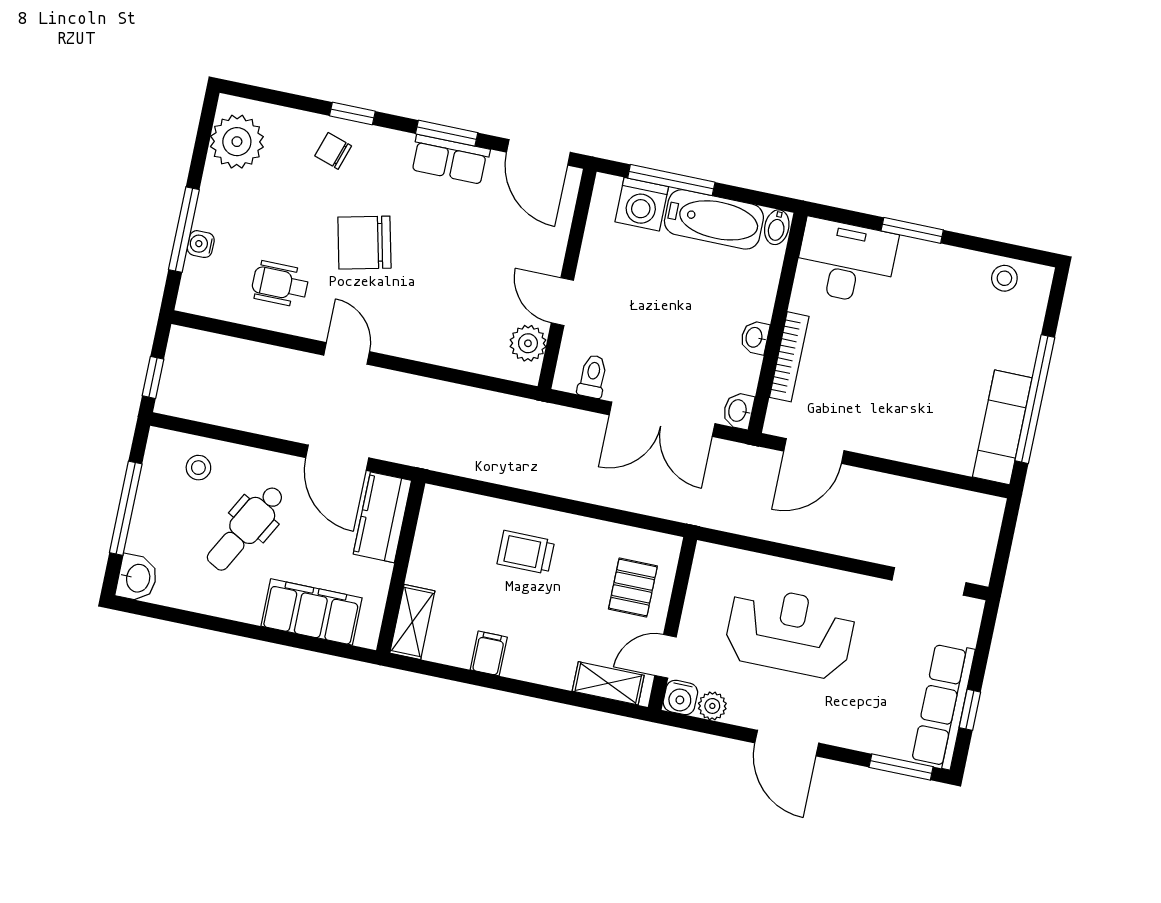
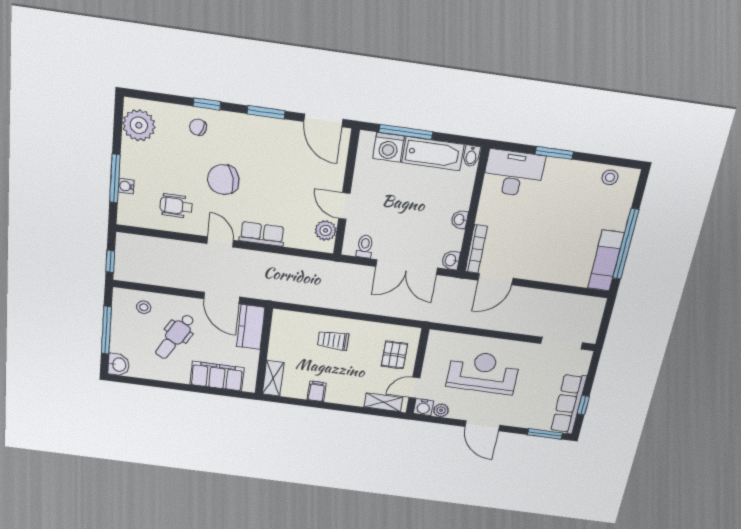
row of seats: (450, 159) -> (262, 234), moved, turned 180
bookcase: (789, 357) -> (476, 249), moved

